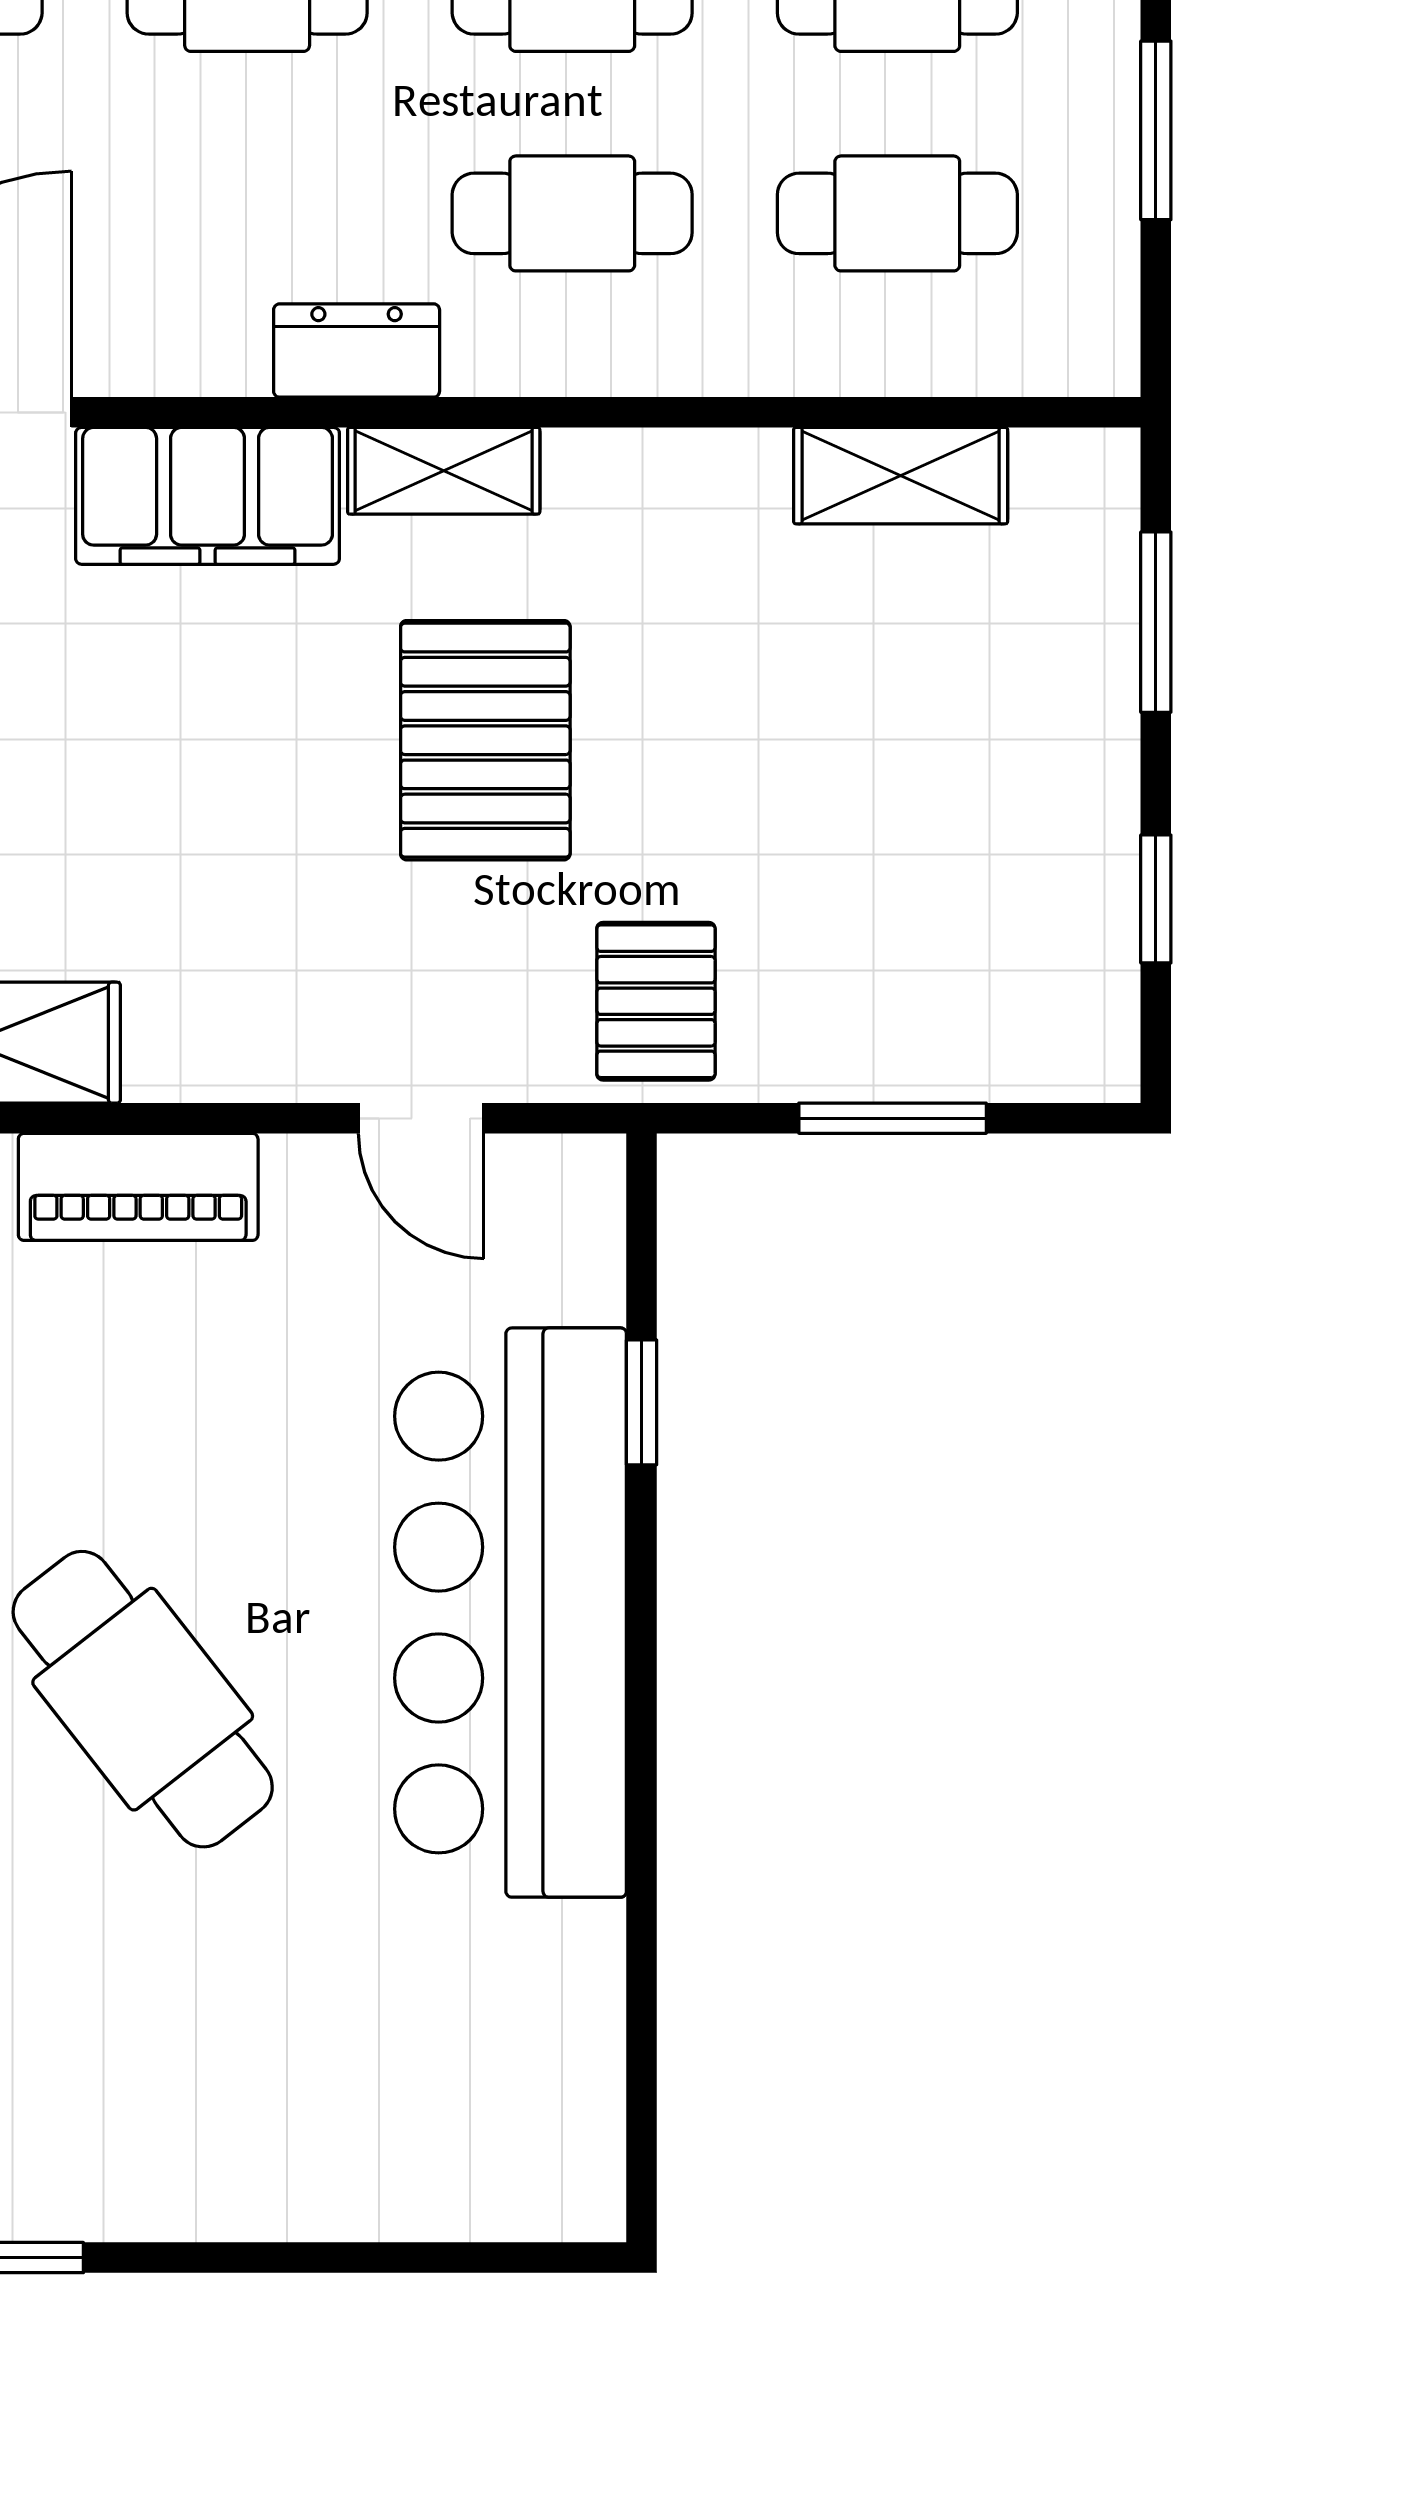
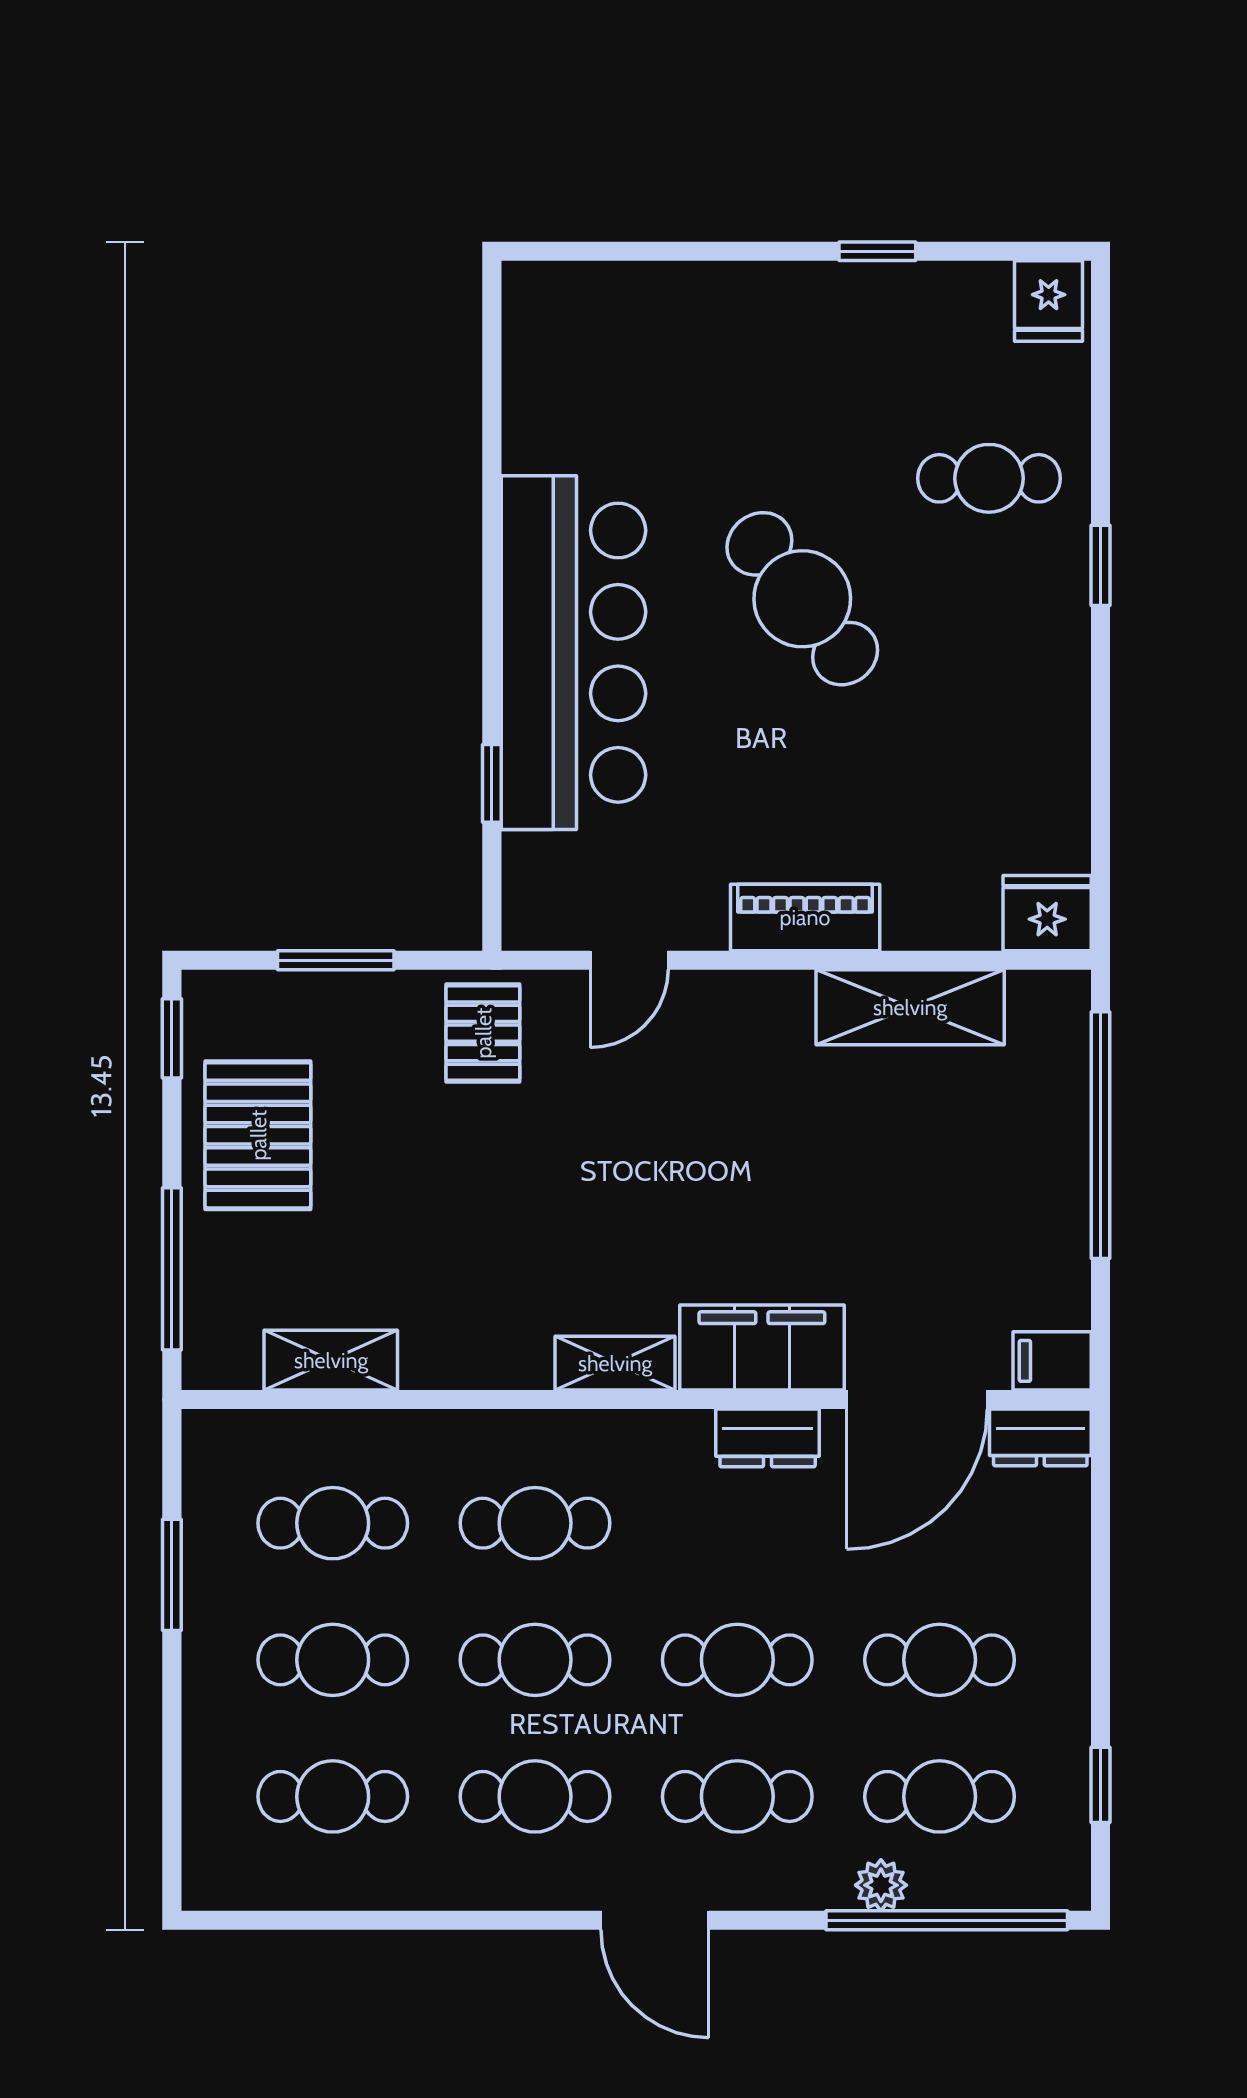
dresser: (357, 351) -> (768, 1438), moved
window: (1156, 622) -> (172, 1269), width x1.44
pallet: (485, 740) -> (258, 1135), moved
window: (1156, 899) -> (172, 1038), moved
door: (421, 1118) -> (629, 960), swing flipped

